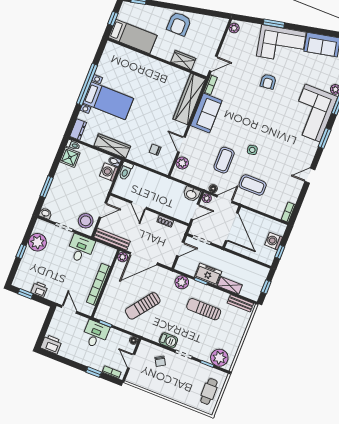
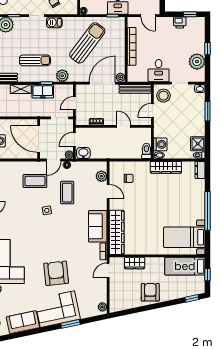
armchair: (268, 81) -> (56, 273), width x1.88, depth x1.88
bed with nightstands: (108, 101) -> (184, 237), moved
sun lounger: (143, 306) -> (87, 43), width x1.36, depth x1.34

